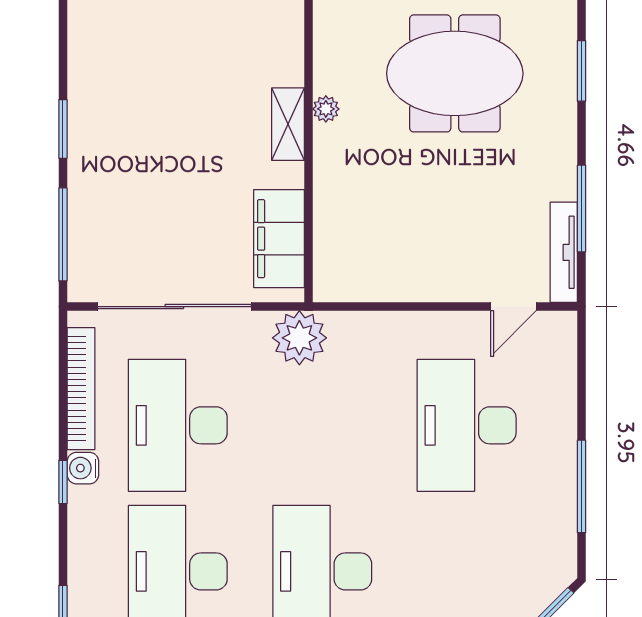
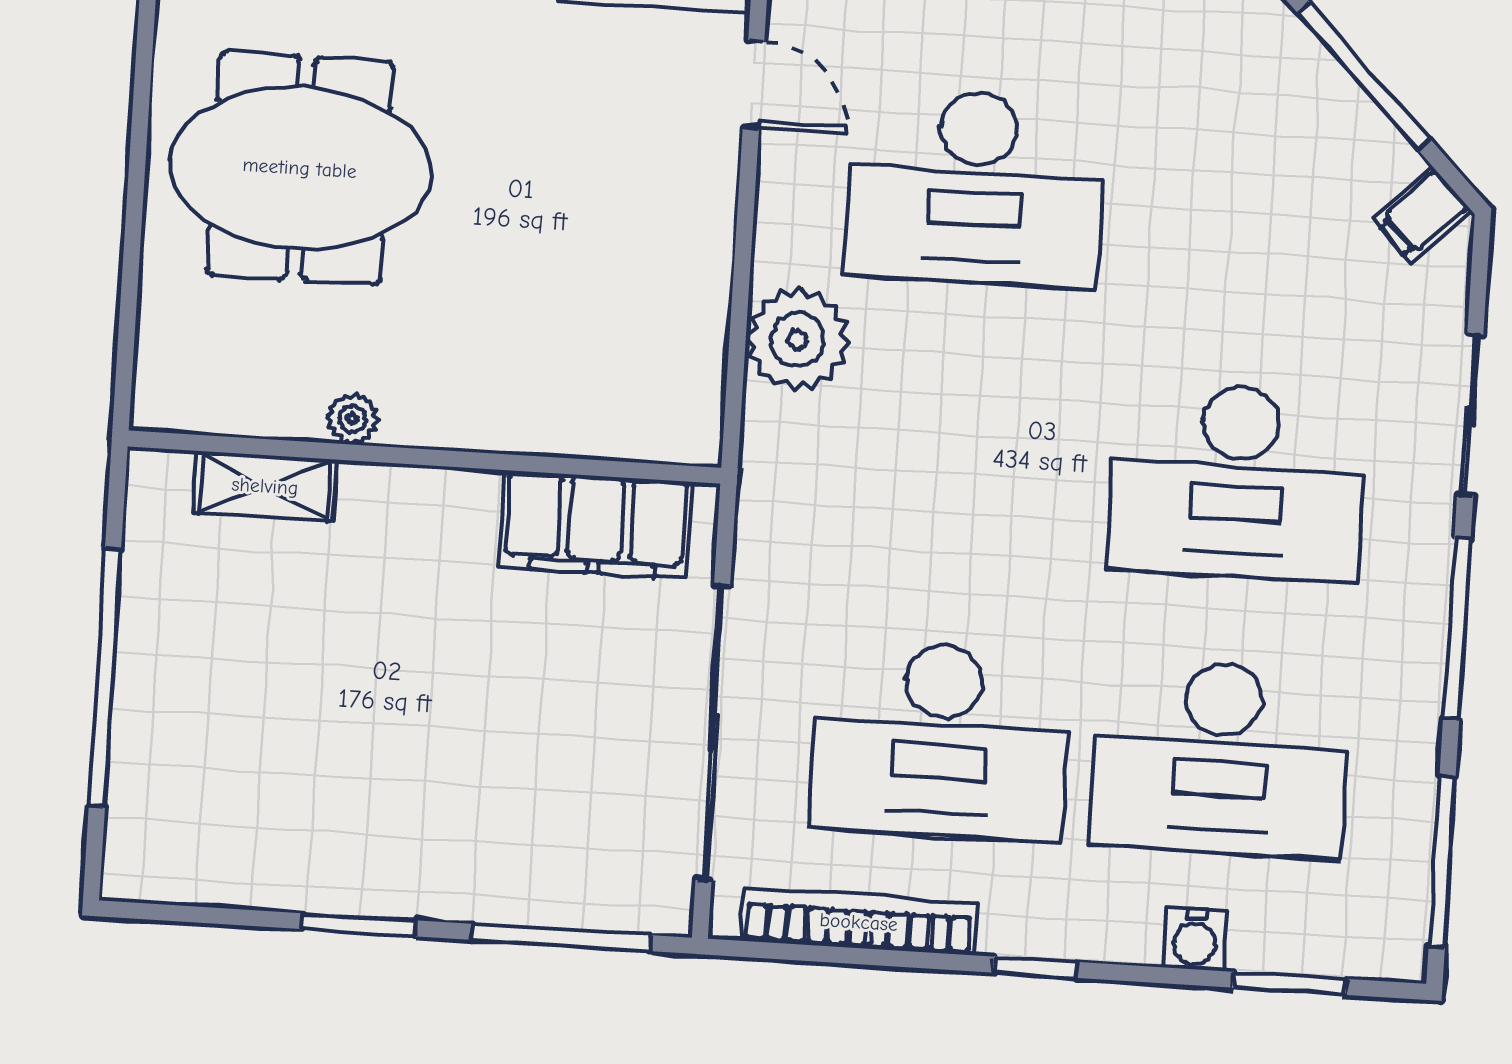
meeting table: (455, 73) -> (300, 168), turned 90
shelving: (288, 124) -> (265, 486), moved
plant: (299, 338) -> (798, 340), moved
water cooler: (83, 468) -> (1195, 939), moved

